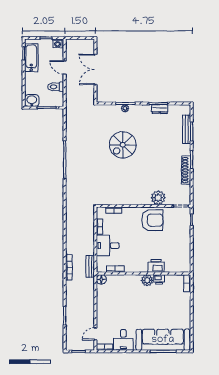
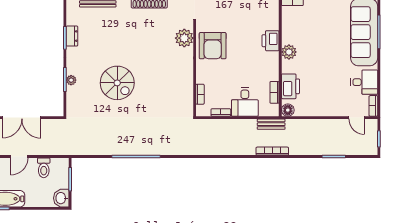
armchair: (152, 220) -> (213, 46), turned 180
printer: (159, 279) -> (290, 86), moved, width x1.87, depth x1.48

